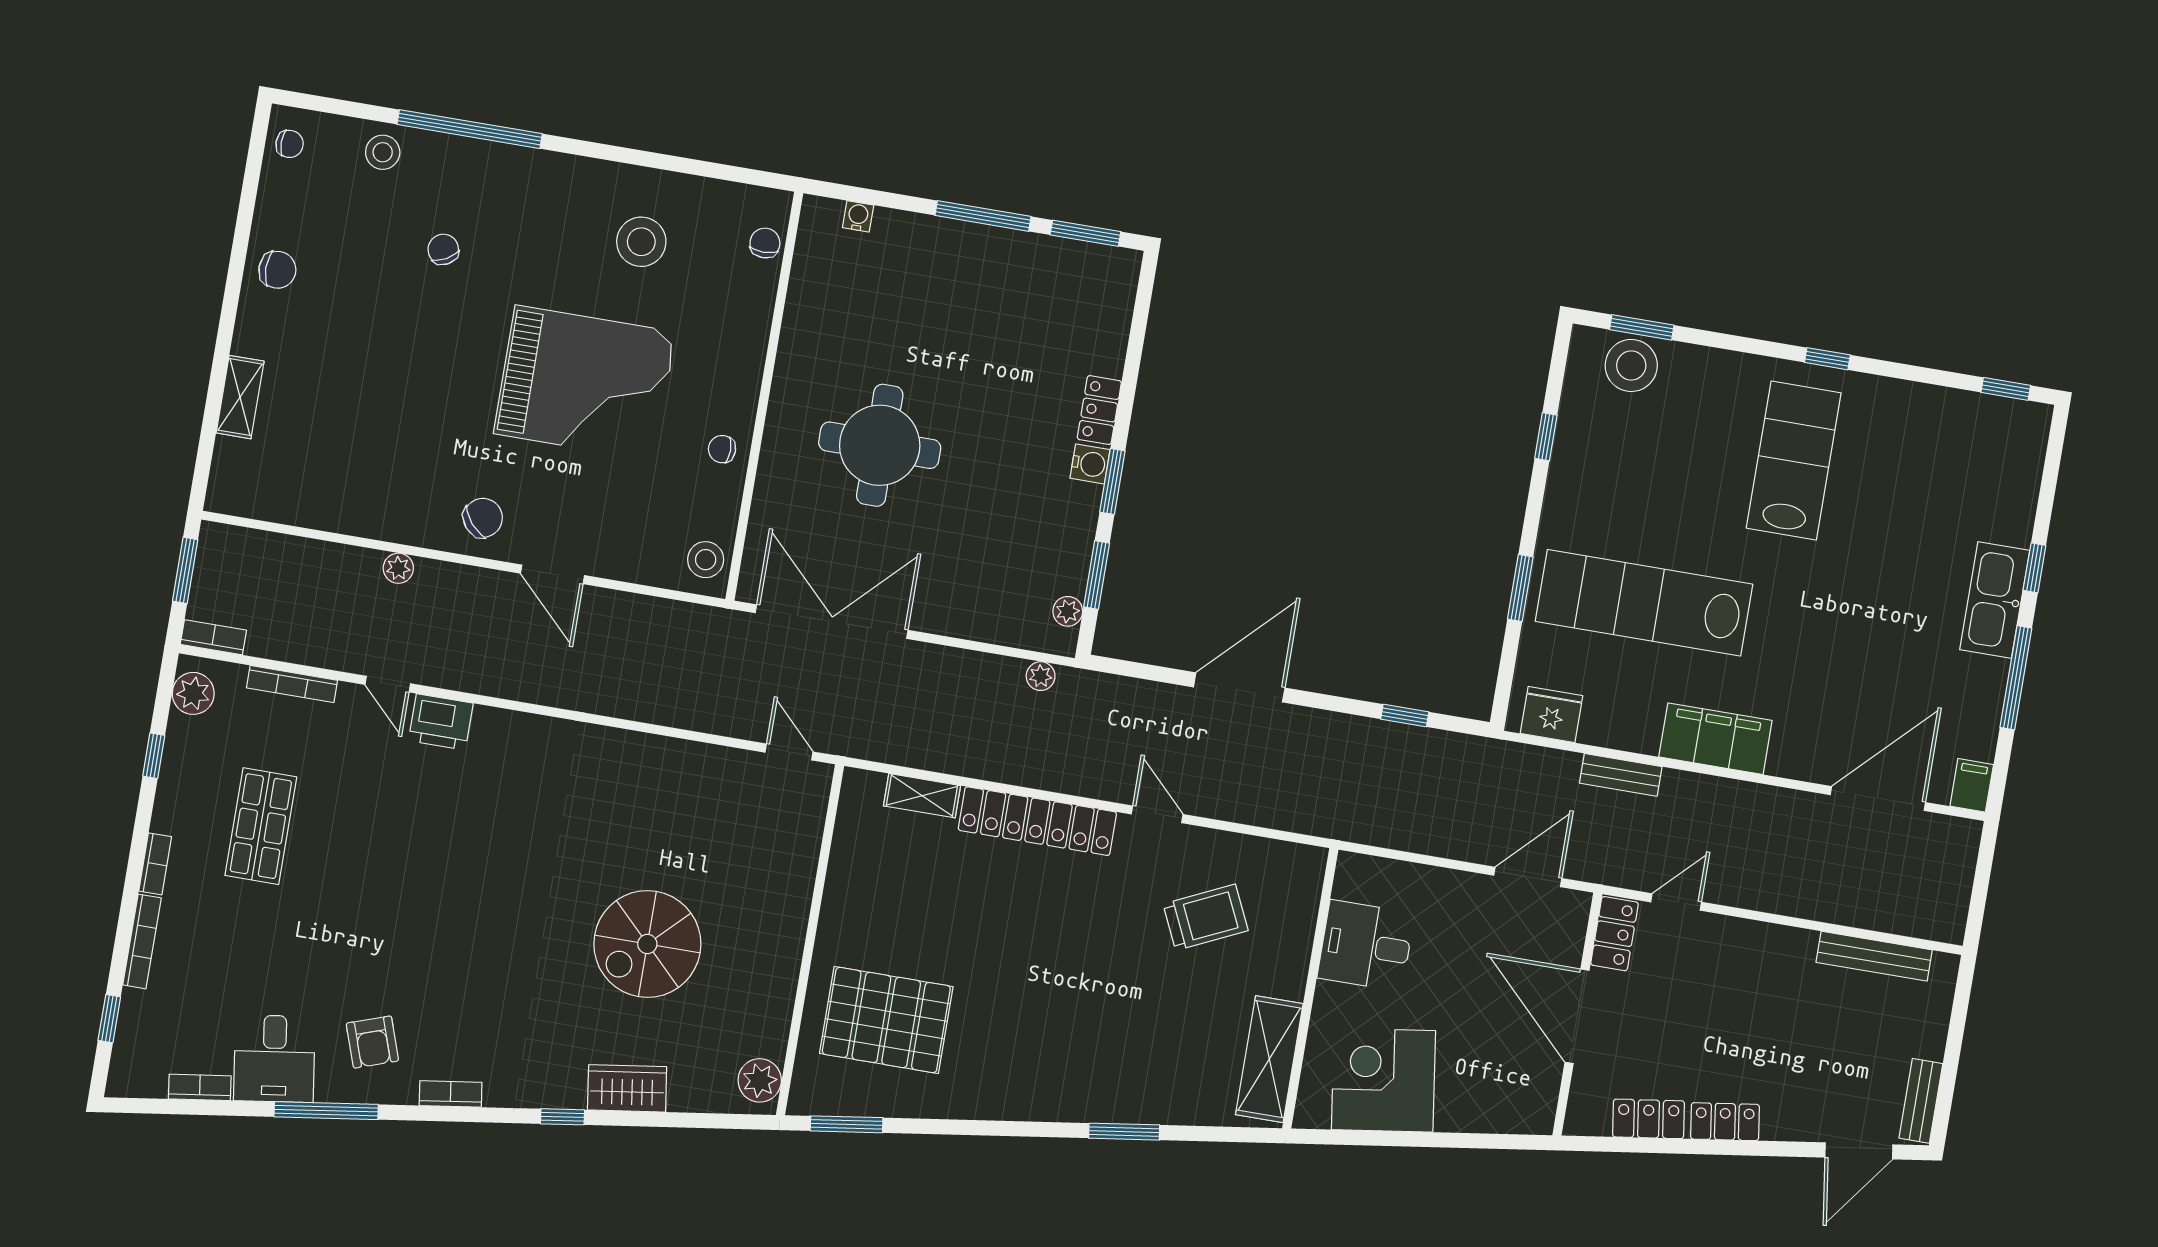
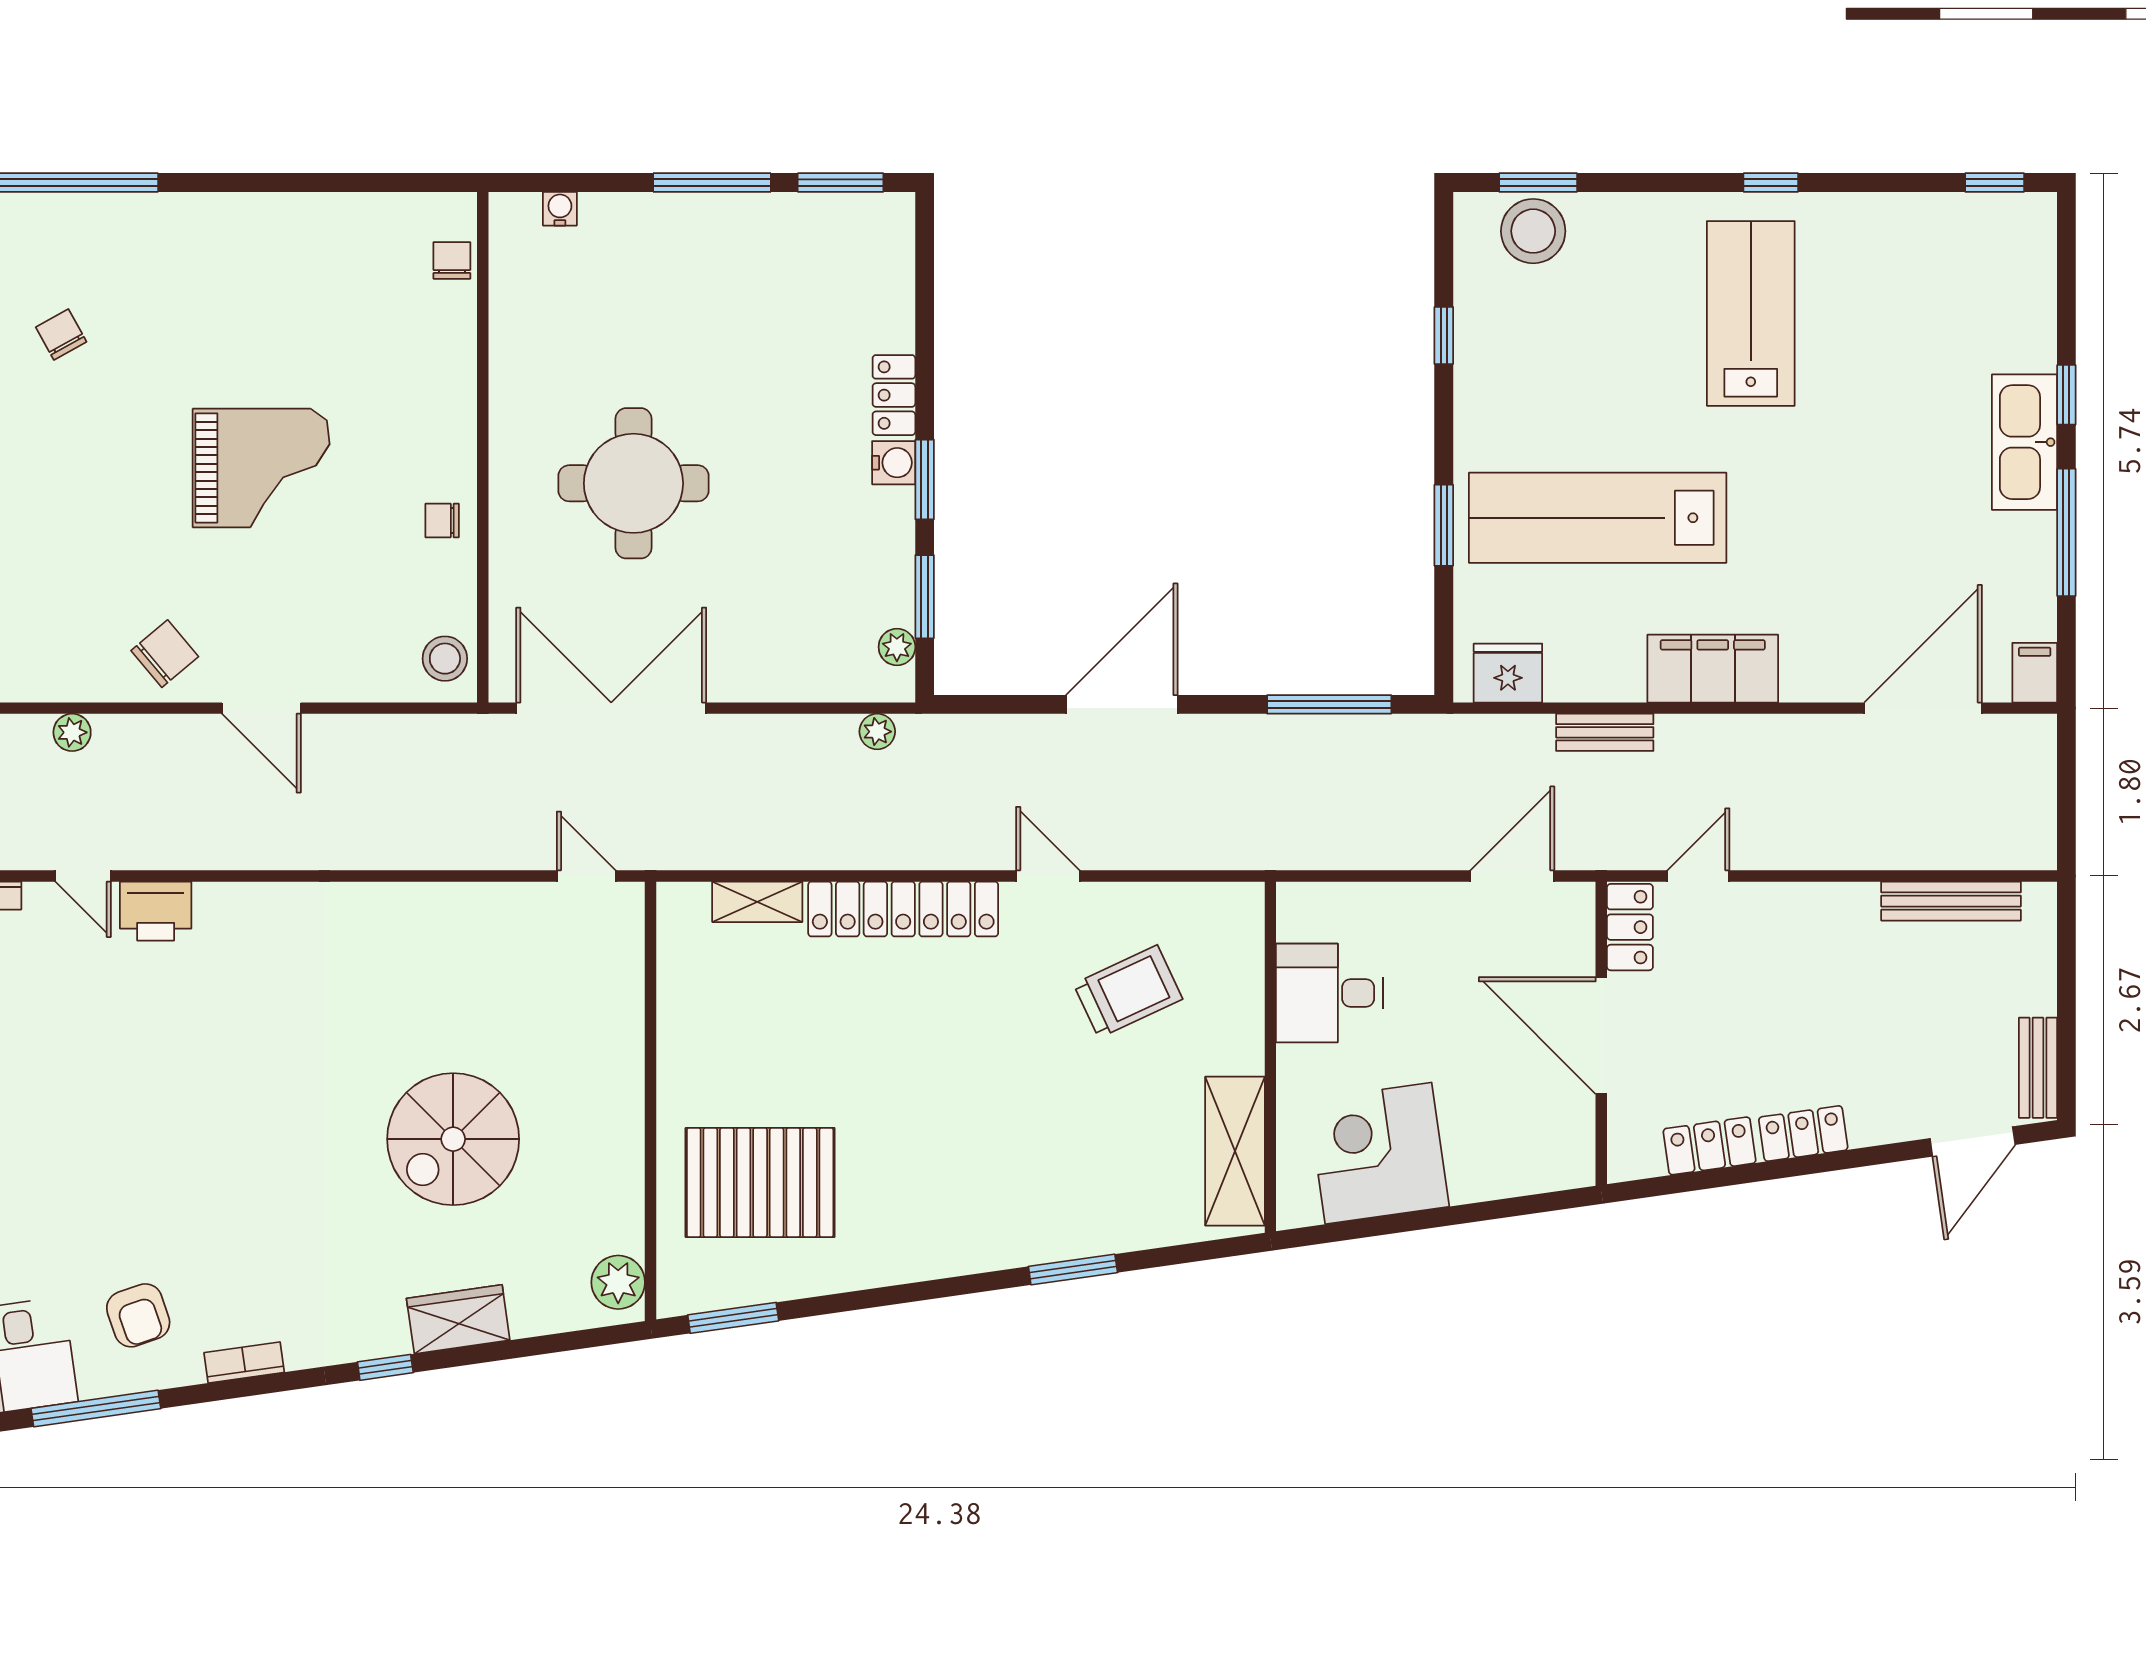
stool: (641, 242) -> (301, 284), removed
grand piano: (585, 383) -> (261, 468), width x0.73, depth x0.68
window: (1405, 715) -> (1329, 704), width x2.17

